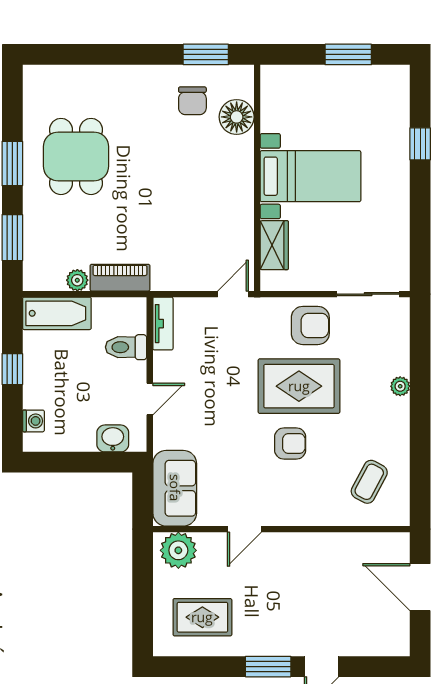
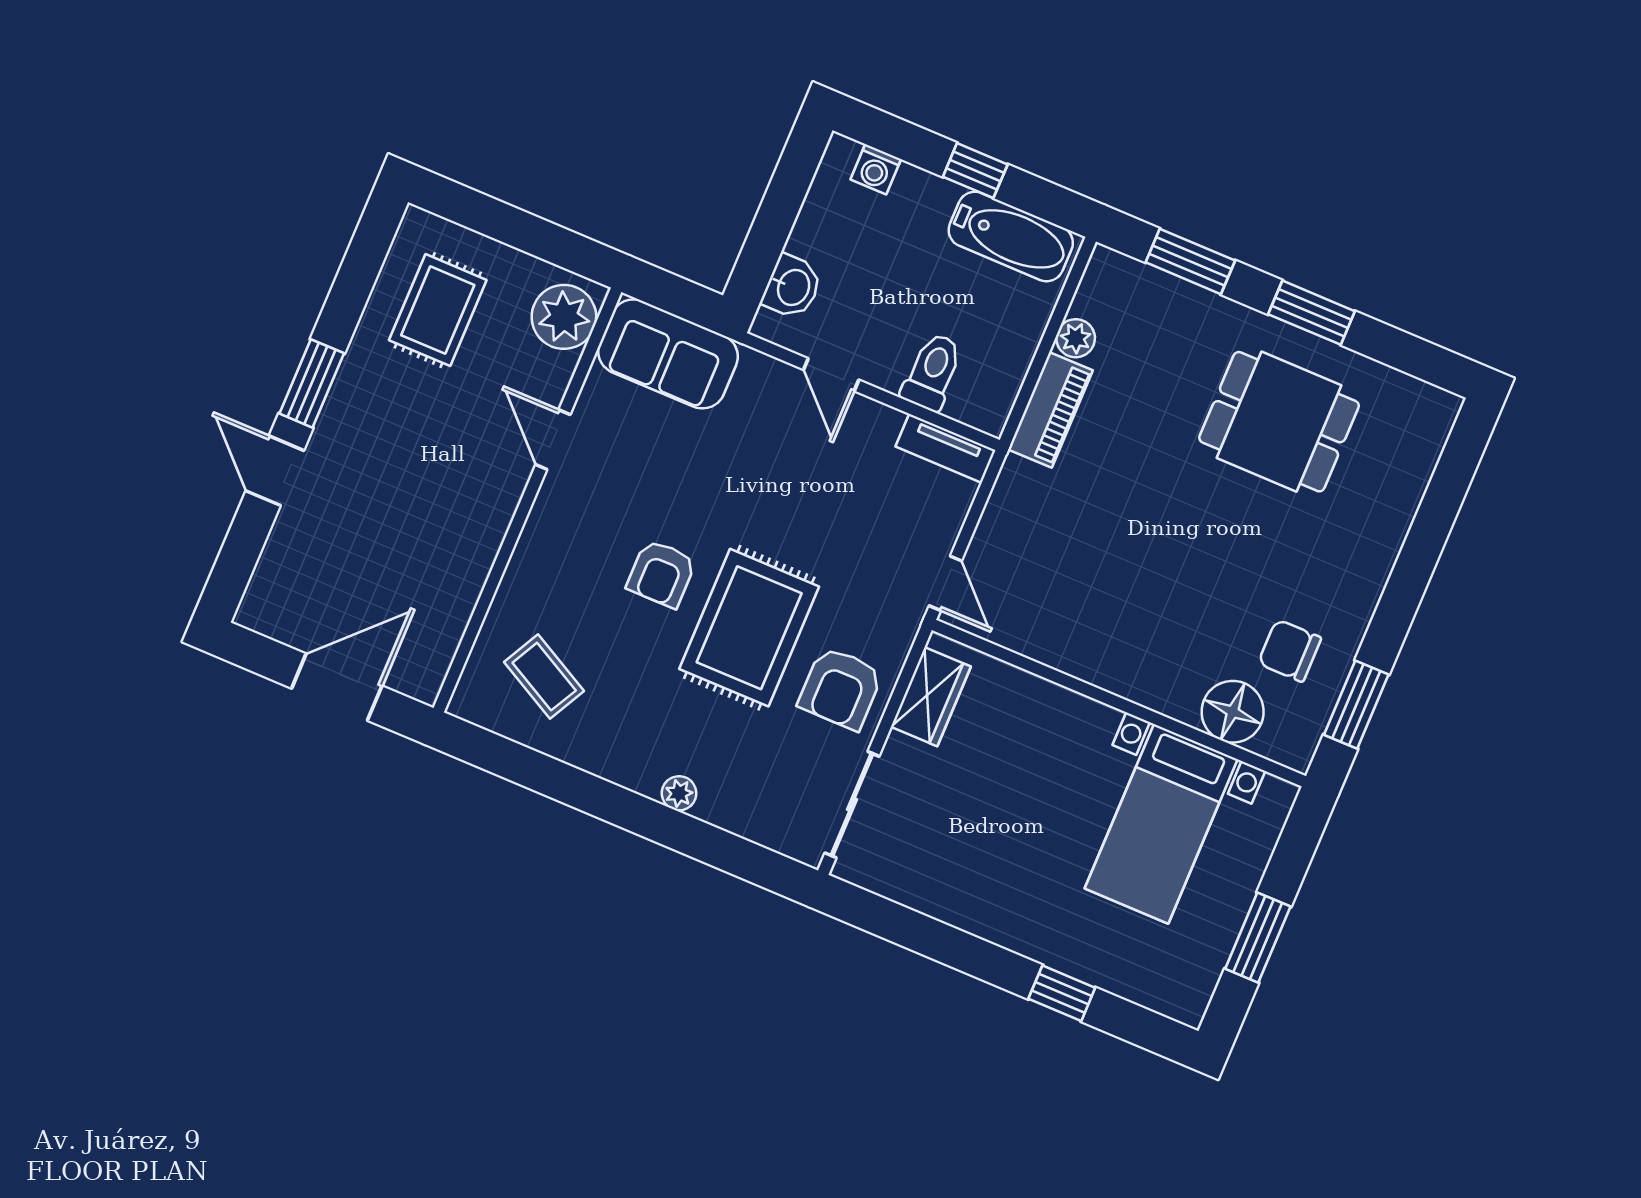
bed with nightstands: (310, 176) -> (1161, 824), moved
wardrobe: (274, 245) -> (931, 697), moved, turned -90
bathtub: (57, 313) -> (1011, 237), moved, turned -90

